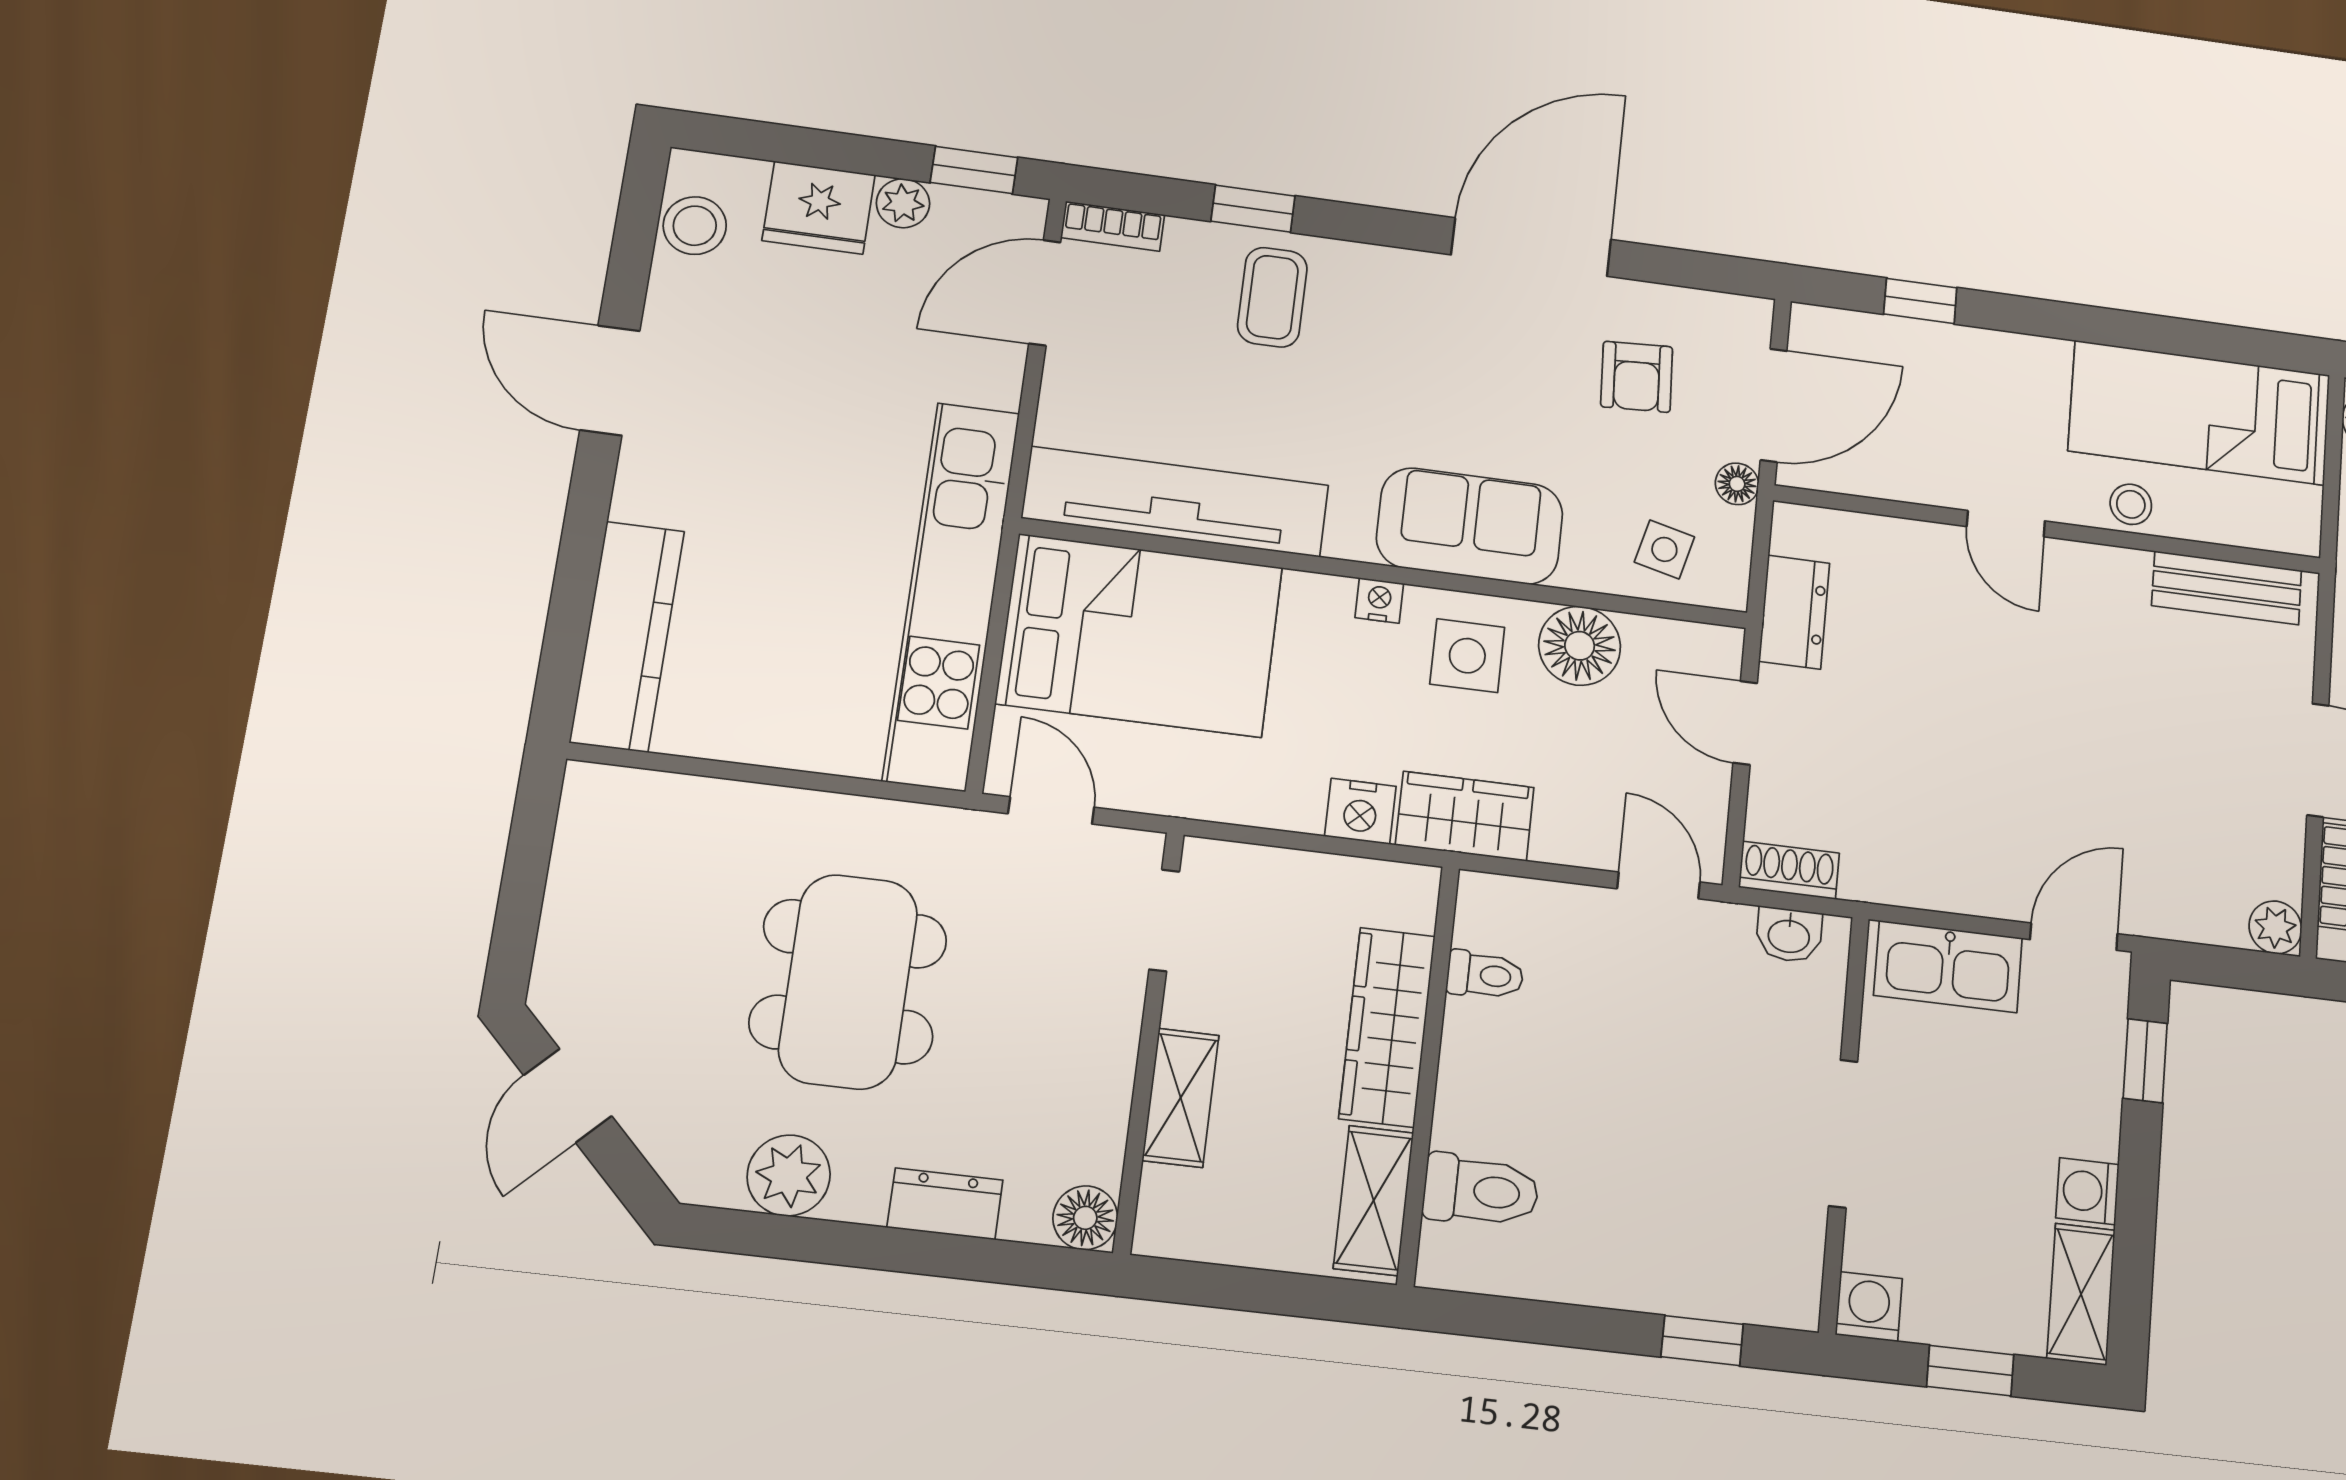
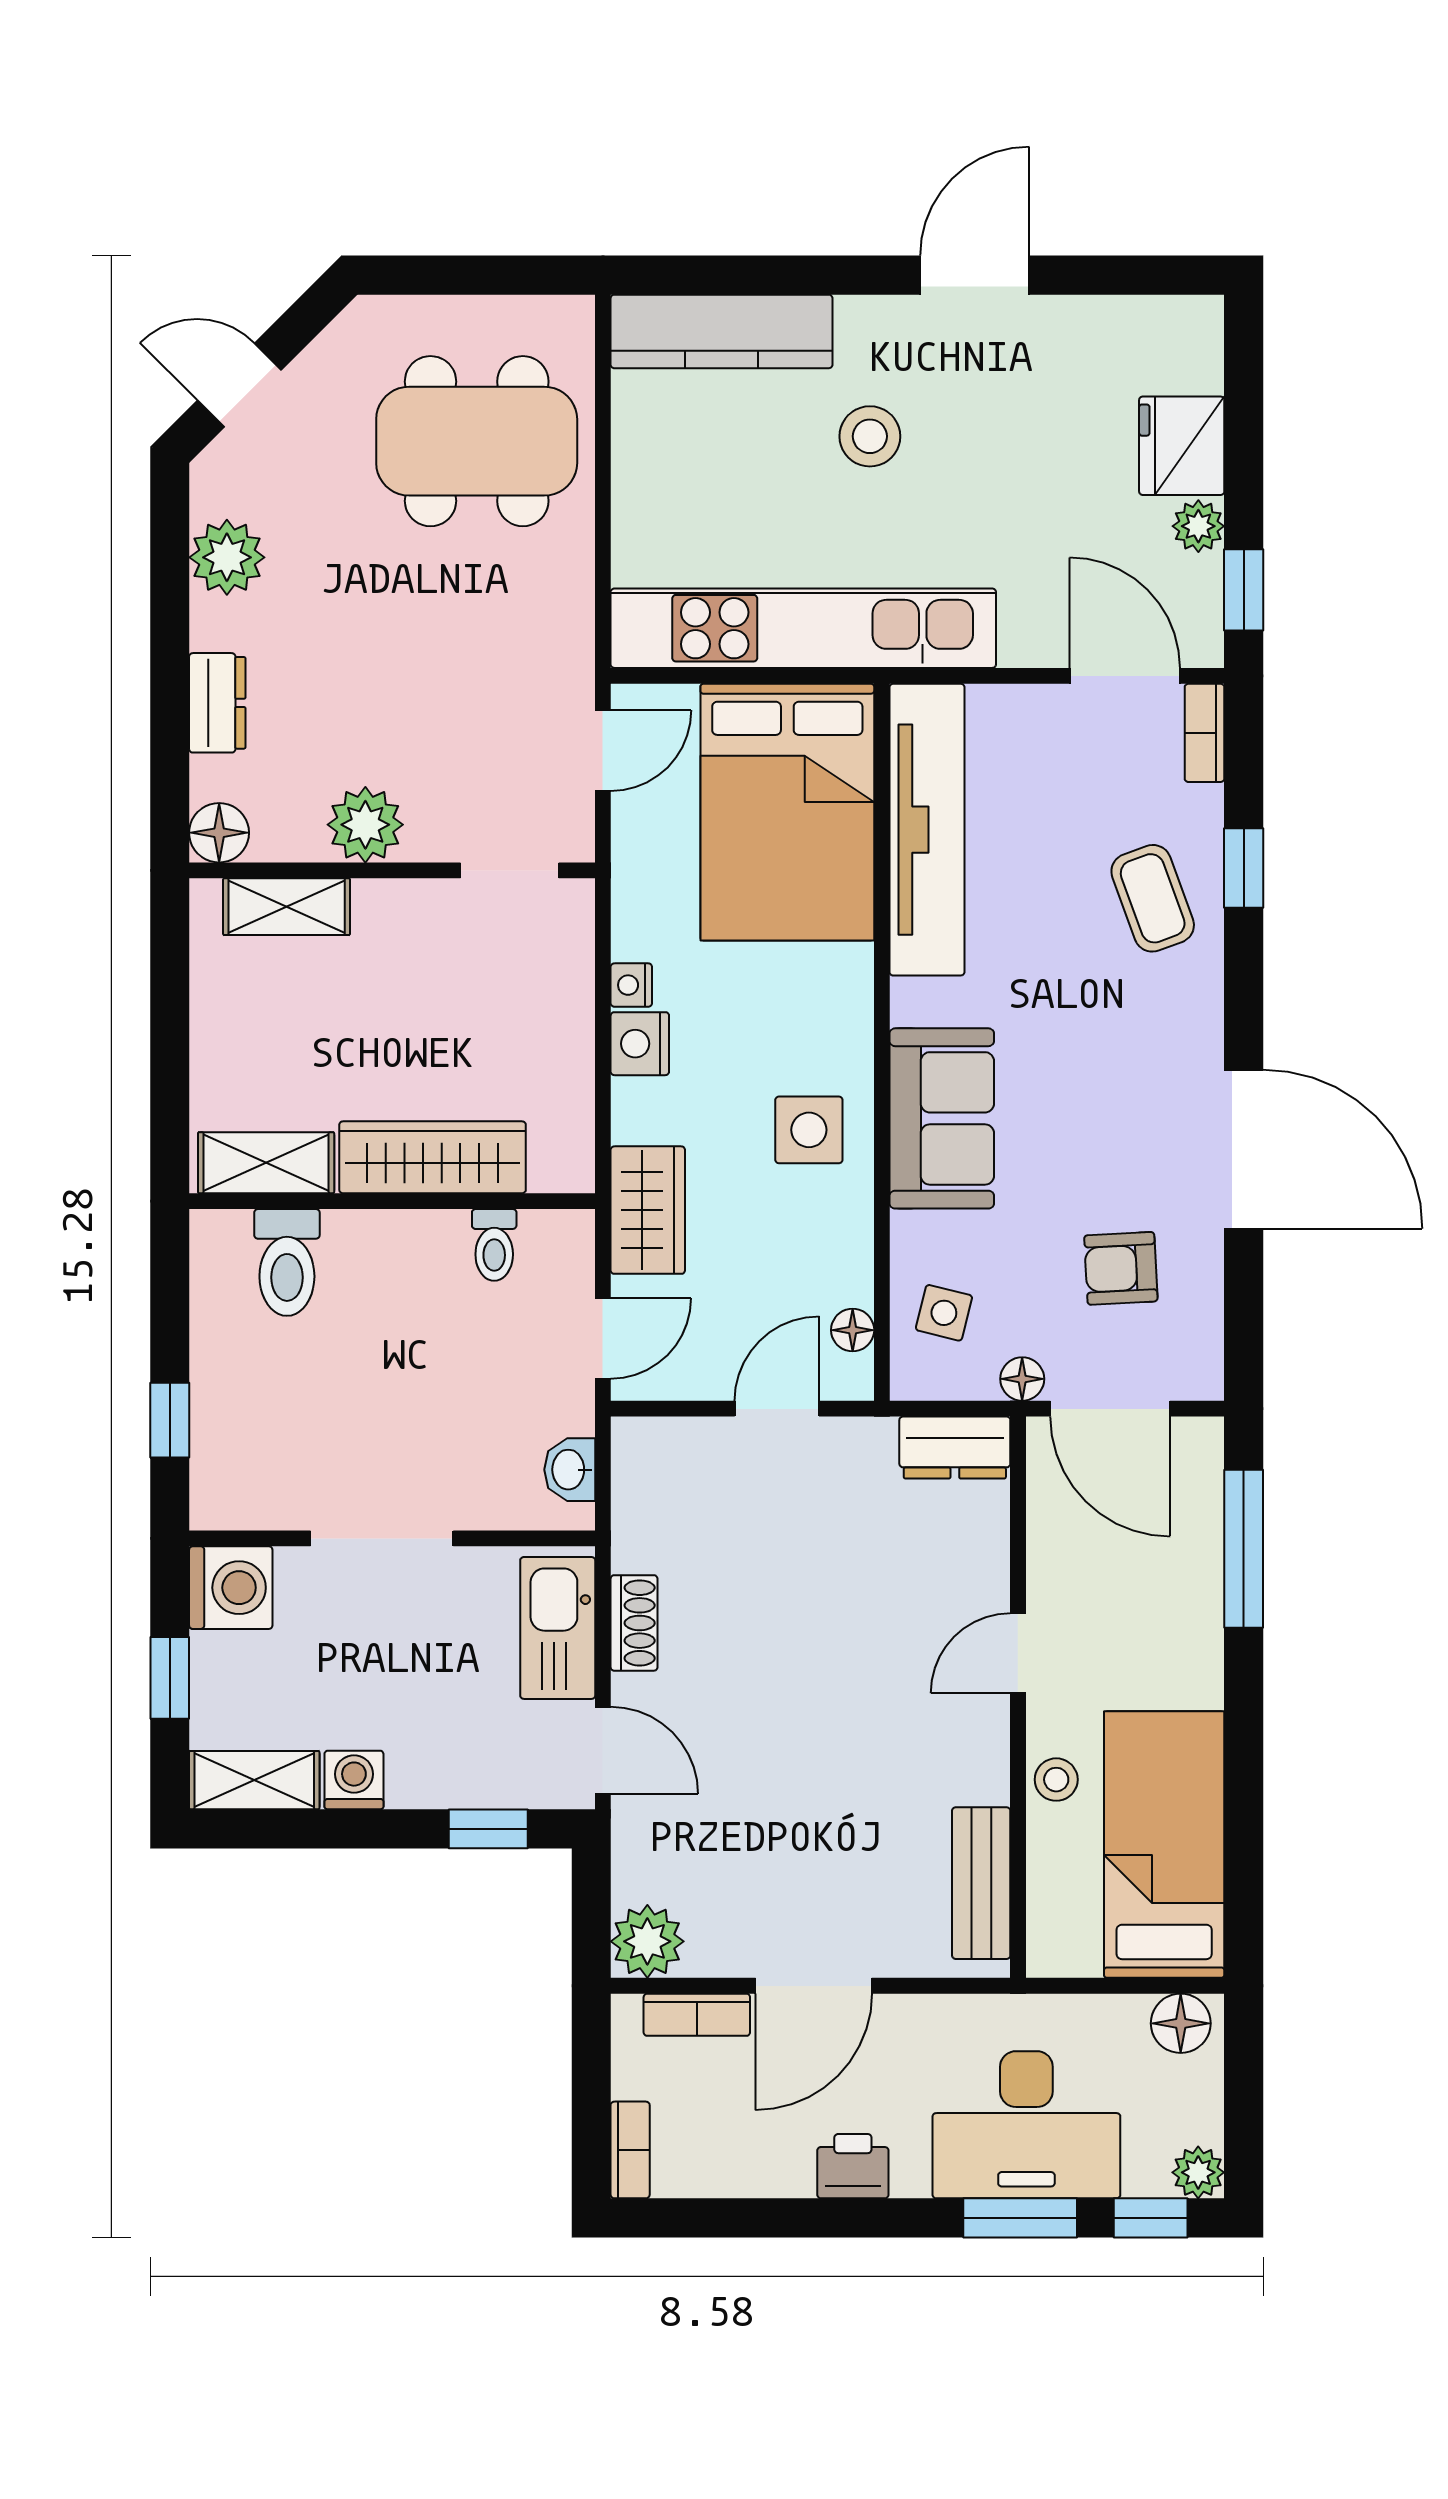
stool: (695, 226) -> (870, 436), moved
coffee table: (1272, 297) -> (1153, 898), turned 70
window: (1920, 301) -> (1244, 1549), width x2.17
nightstand: (1379, 600) -> (631, 985), moved, turned 180
dresser: (1794, 612) -> (955, 1448), moved
floor lamp: (1580, 646) -> (853, 1330), moved, width x0.53, depth x0.53
wardrobe: (1465, 816) -> (648, 1210), moved
shoe rack: (1789, 870) -> (634, 1623), moved
plant: (2275, 927) -> (647, 1941), width x1.38, depth x1.38
toilet: (1485, 975) -> (494, 1245), moved
dining table: (848, 982) -> (477, 441), moved
wardrobe: (1387, 1027) -> (433, 1157), moved
plant: (1097, 1063) -> (365, 825), added
wall: (1428, 1074) -> (392, 1201), moved
door: (568, 1096) -> (239, 385), moved
shelving: (1181, 1098) -> (287, 907), moved
toilet: (1481, 1191) -> (287, 1262), moved
shelving: (1374, 1200) -> (266, 1163), moved
washing machine: (1869, 1307) -> (231, 1588), width x1.38, depth x1.38

